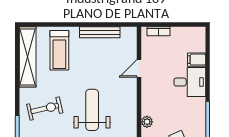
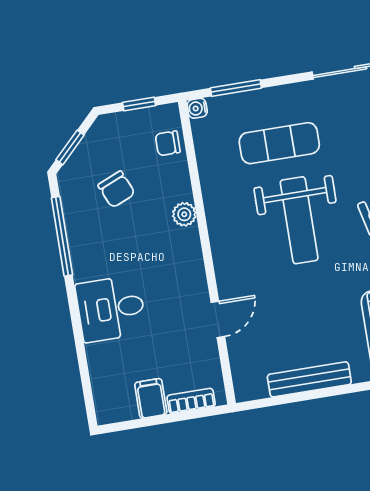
filing cabinet: (197, 60) -> (151, 398), moved, turned -90

